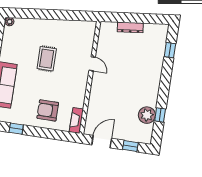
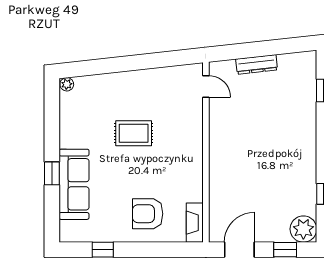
rug: (47, 59) -> (134, 133), turned 90
door: (92, 64) -> (206, 86), moved
plant: (147, 115) -> (303, 229), moved

